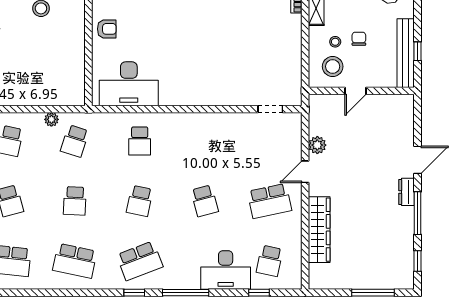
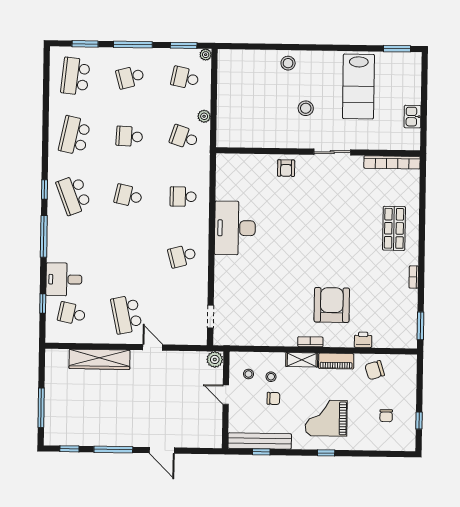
stool: (333, 66) -> (248, 374), width x0.53, depth x0.53
desk: (129, 84) -> (235, 228), moved
plant: (317, 145) -> (215, 359), moved
dresser: (406, 192) -> (133, 440), removed
school desk: (205, 201) -> (182, 256), moved
desk: (226, 270) -> (64, 279), width x0.73

